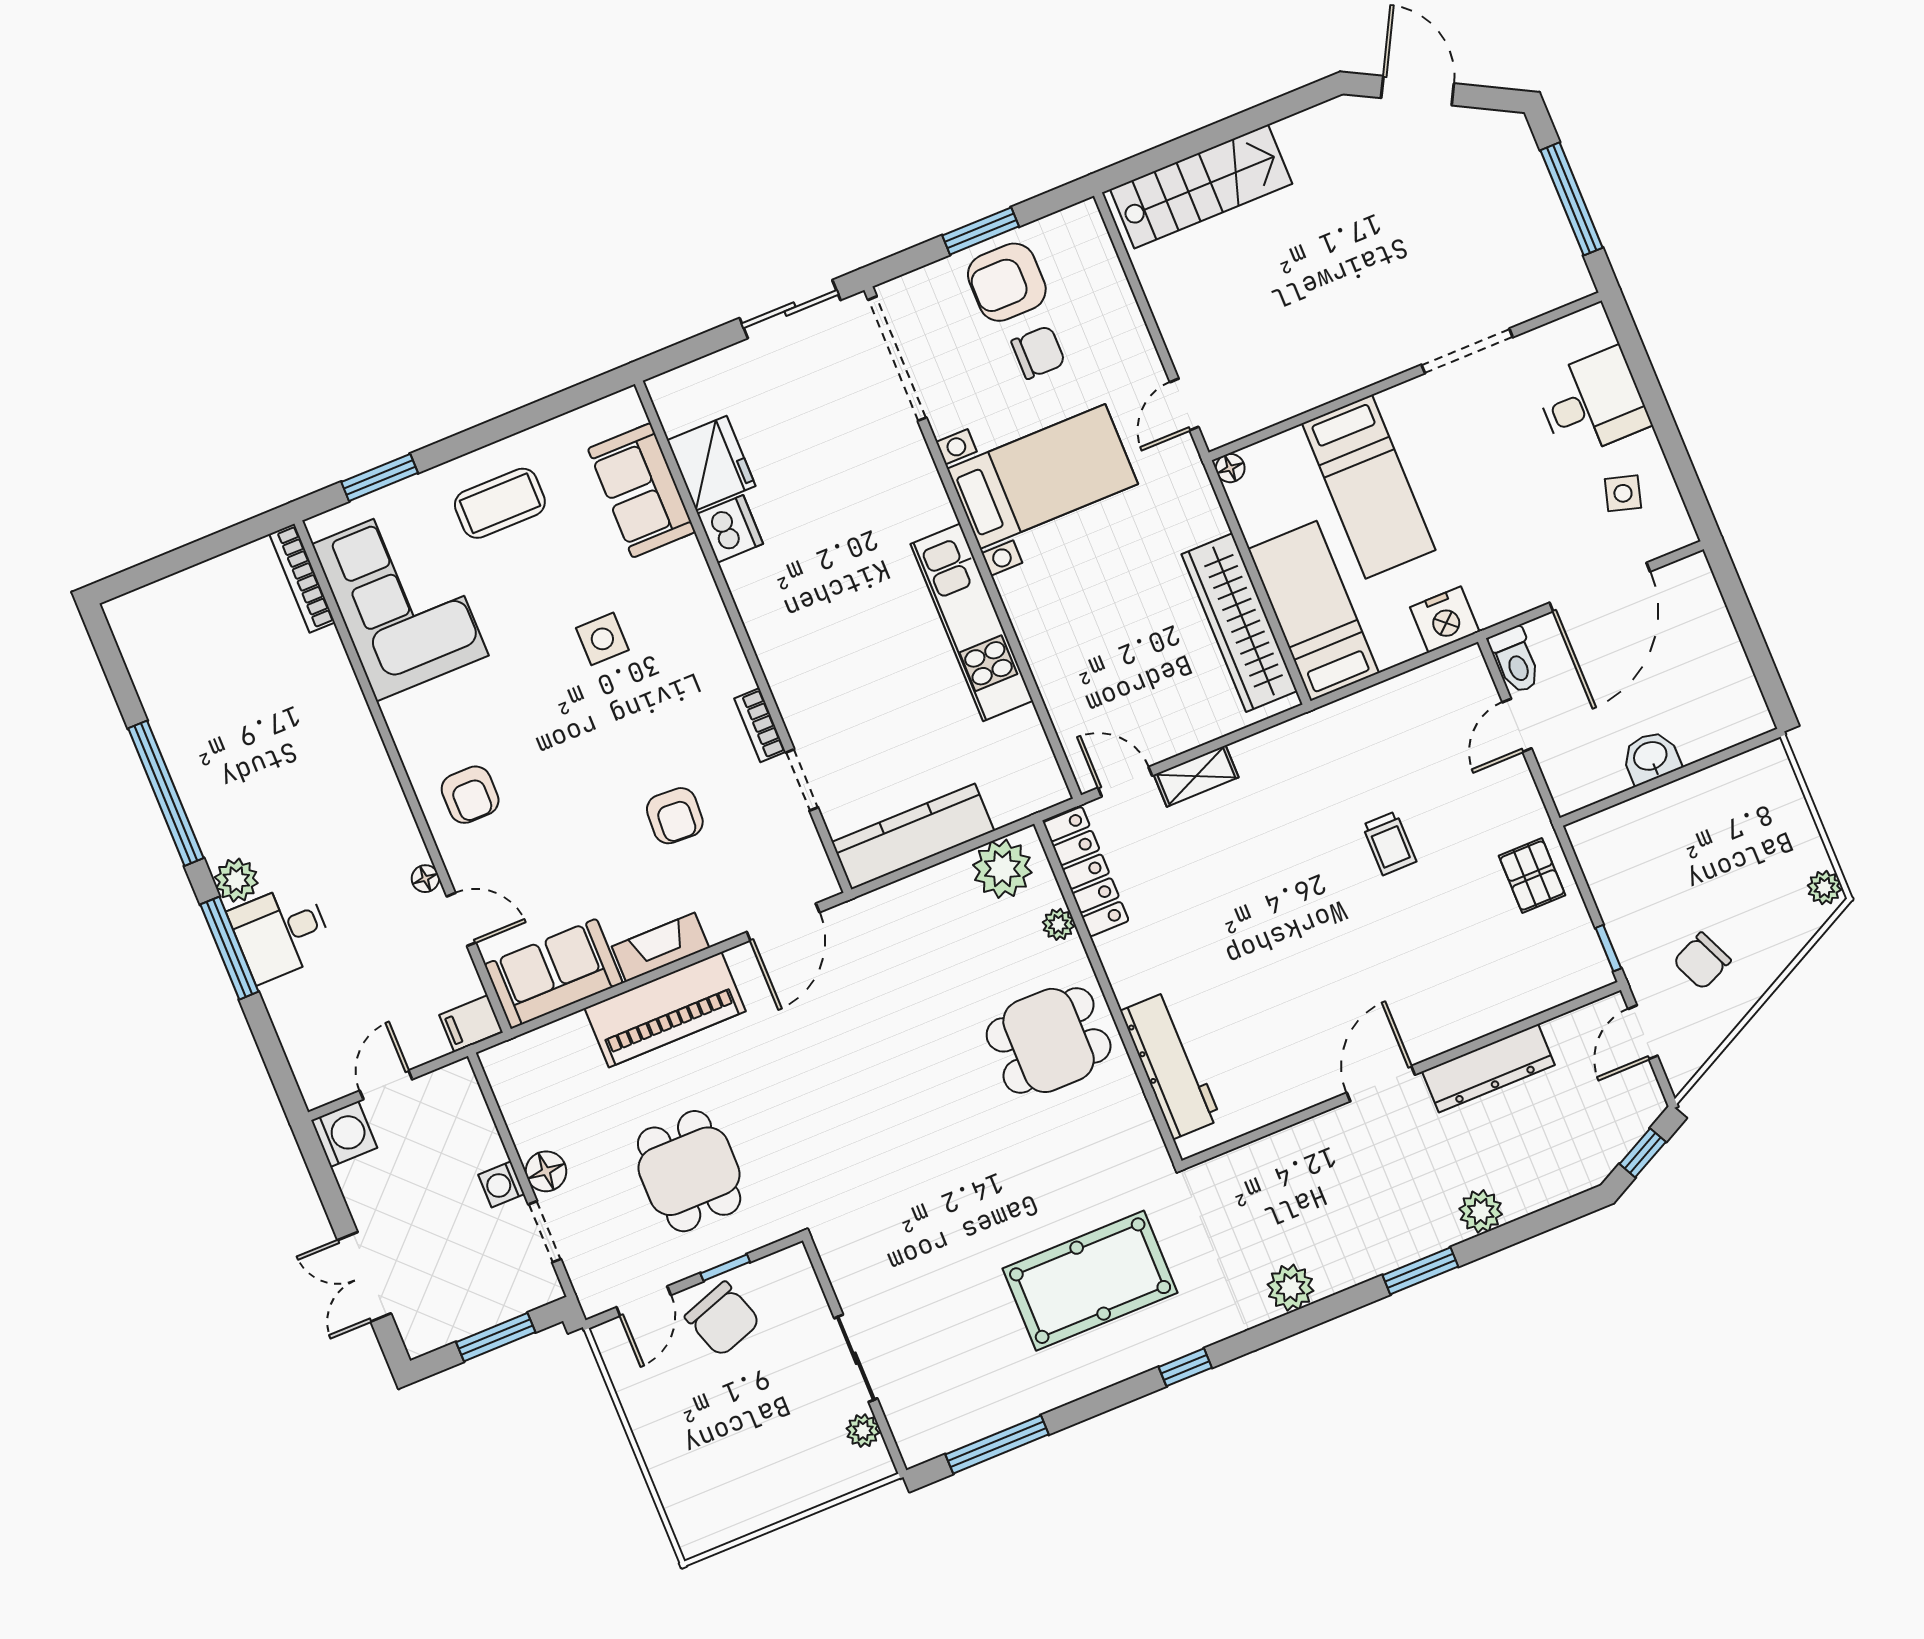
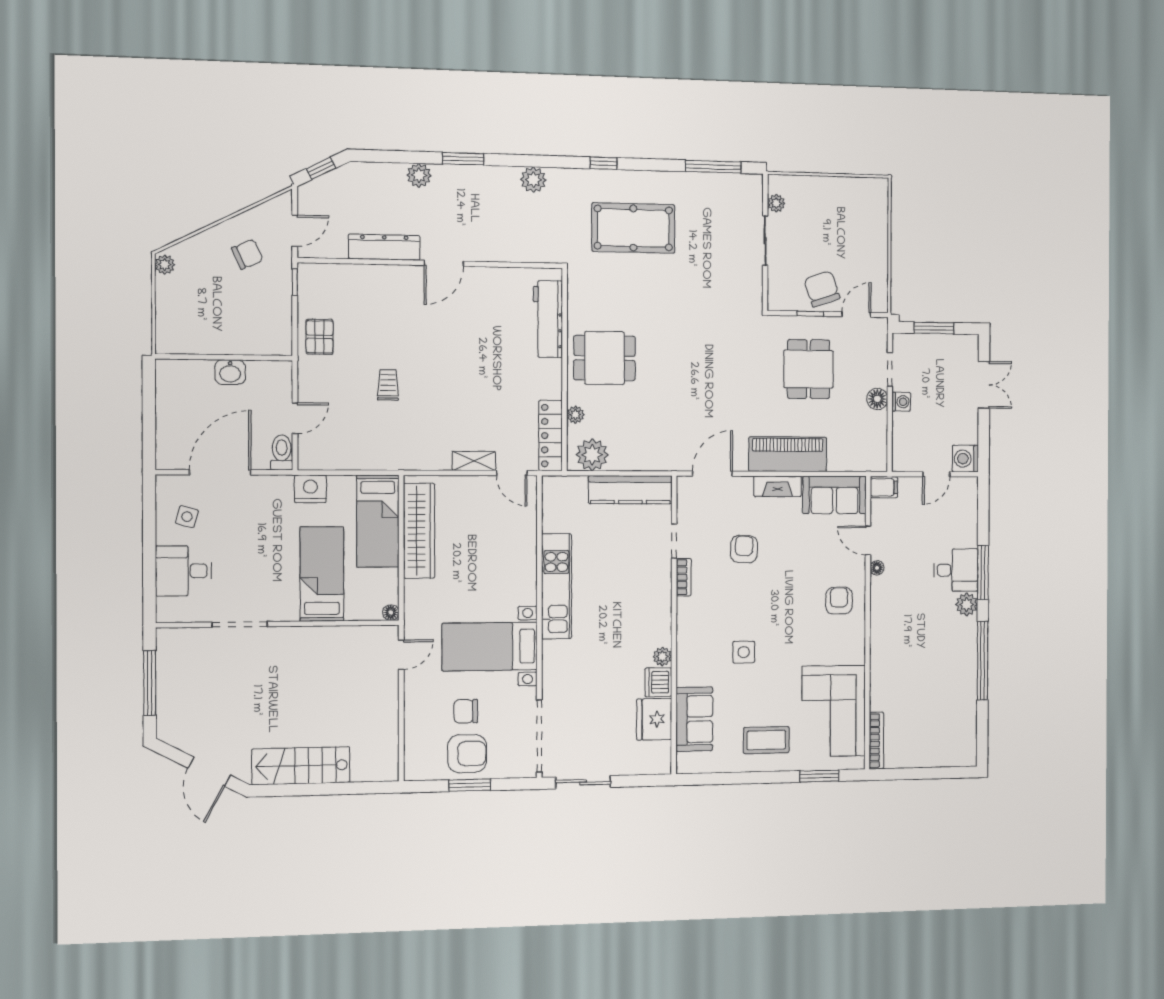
stairs: (1201, 186) -> (301, 766), moved
plant: (741, 575) -> (662, 656), added

